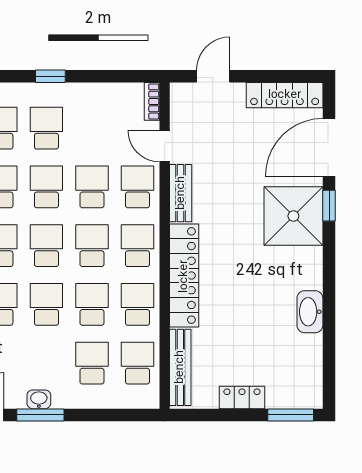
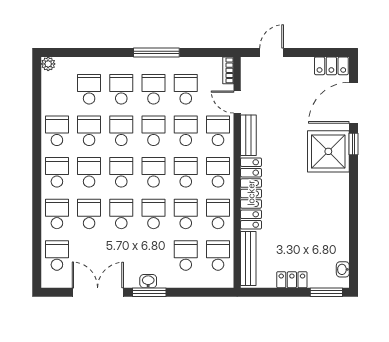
window: (50, 76) -> (156, 53), width x2.17
locker: (285, 95) -> (331, 66), width x0.66
school desk: (92, 128) -> (186, 89), added
washbasin: (310, 312) -> (343, 269), moved, width x0.52, depth x0.69

